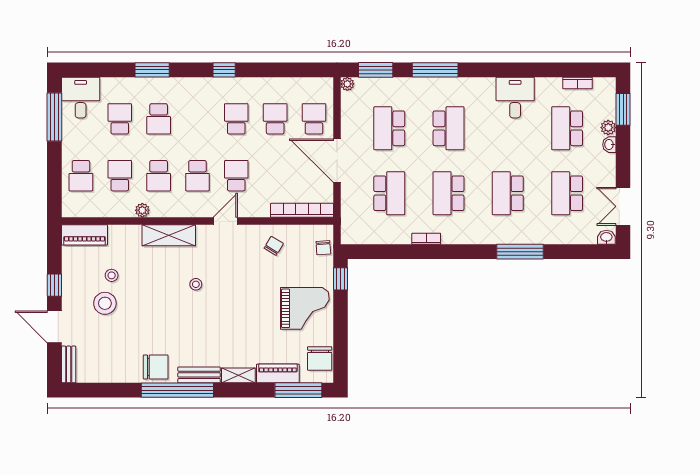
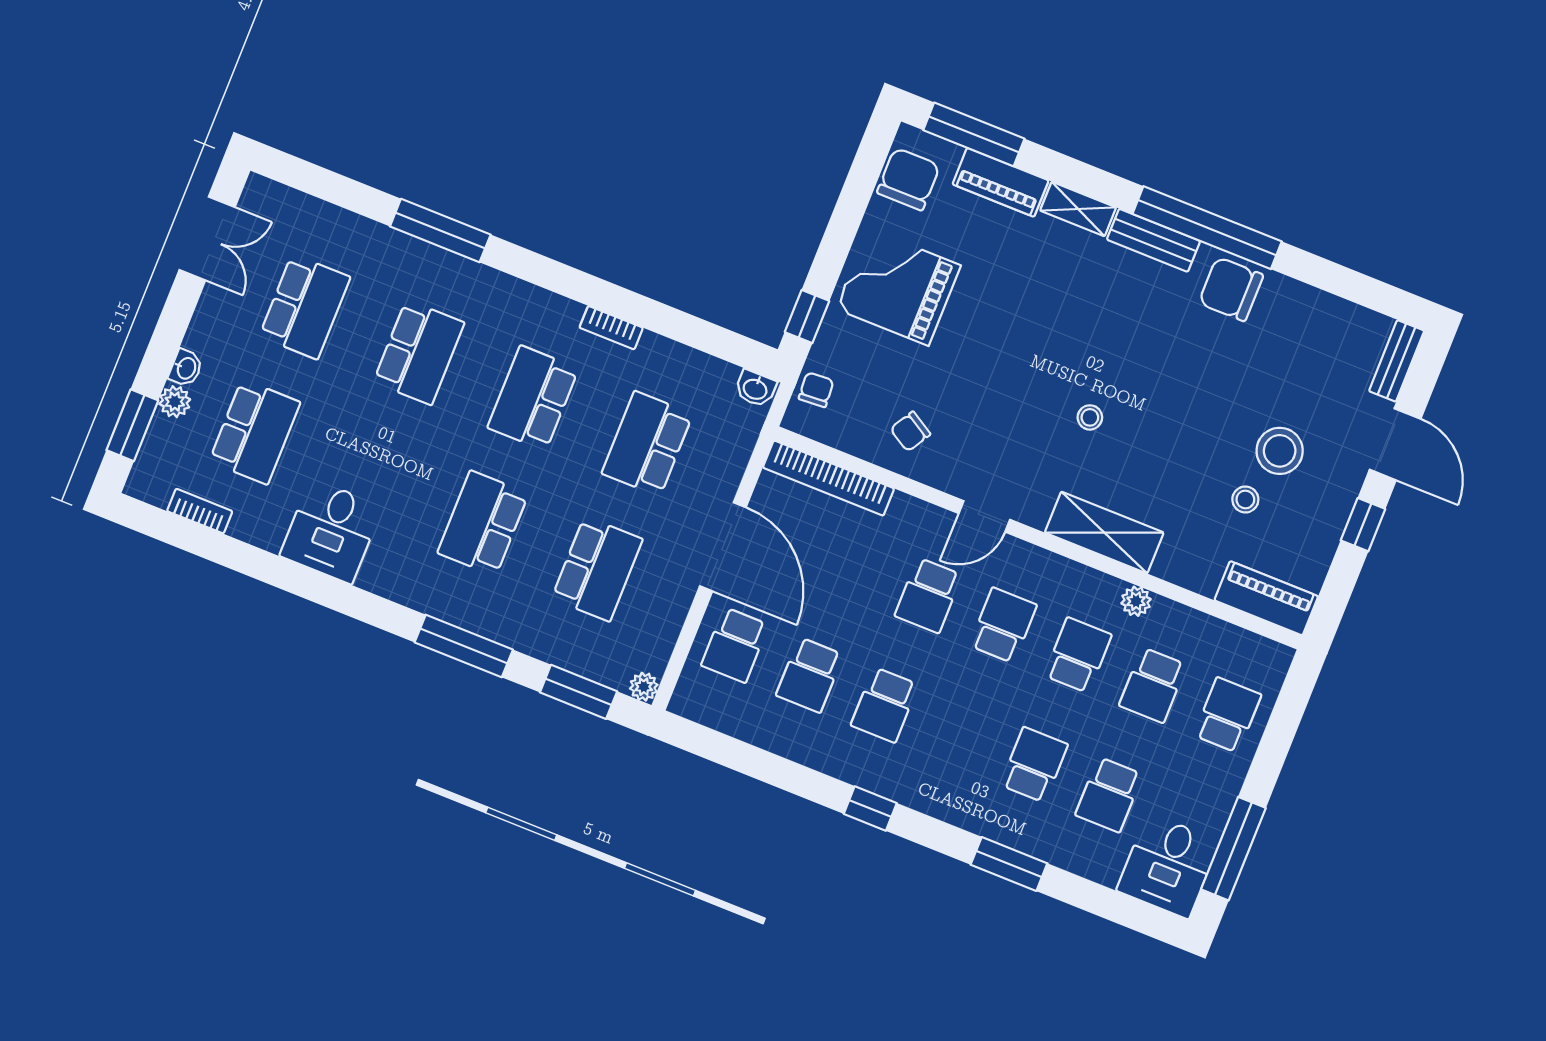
school desk: (449, 193) -> (533, 398), turned 180
washbasin: (606, 237) -> (755, 388), moved

